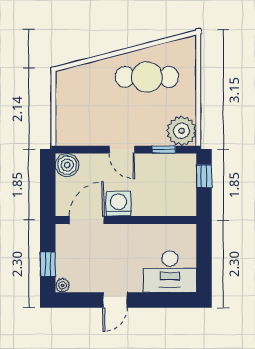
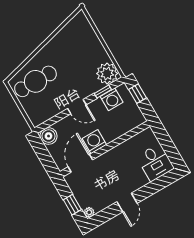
cafe table: (147, 77) -> (35, 81), moved
washing machine: (169, 165) -> (112, 99), added
desk: (170, 272) -> (155, 162), width x0.73

